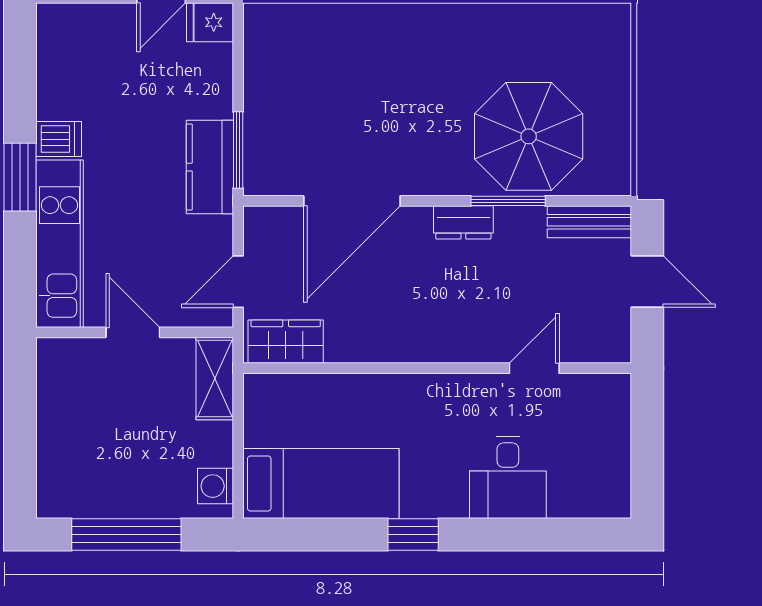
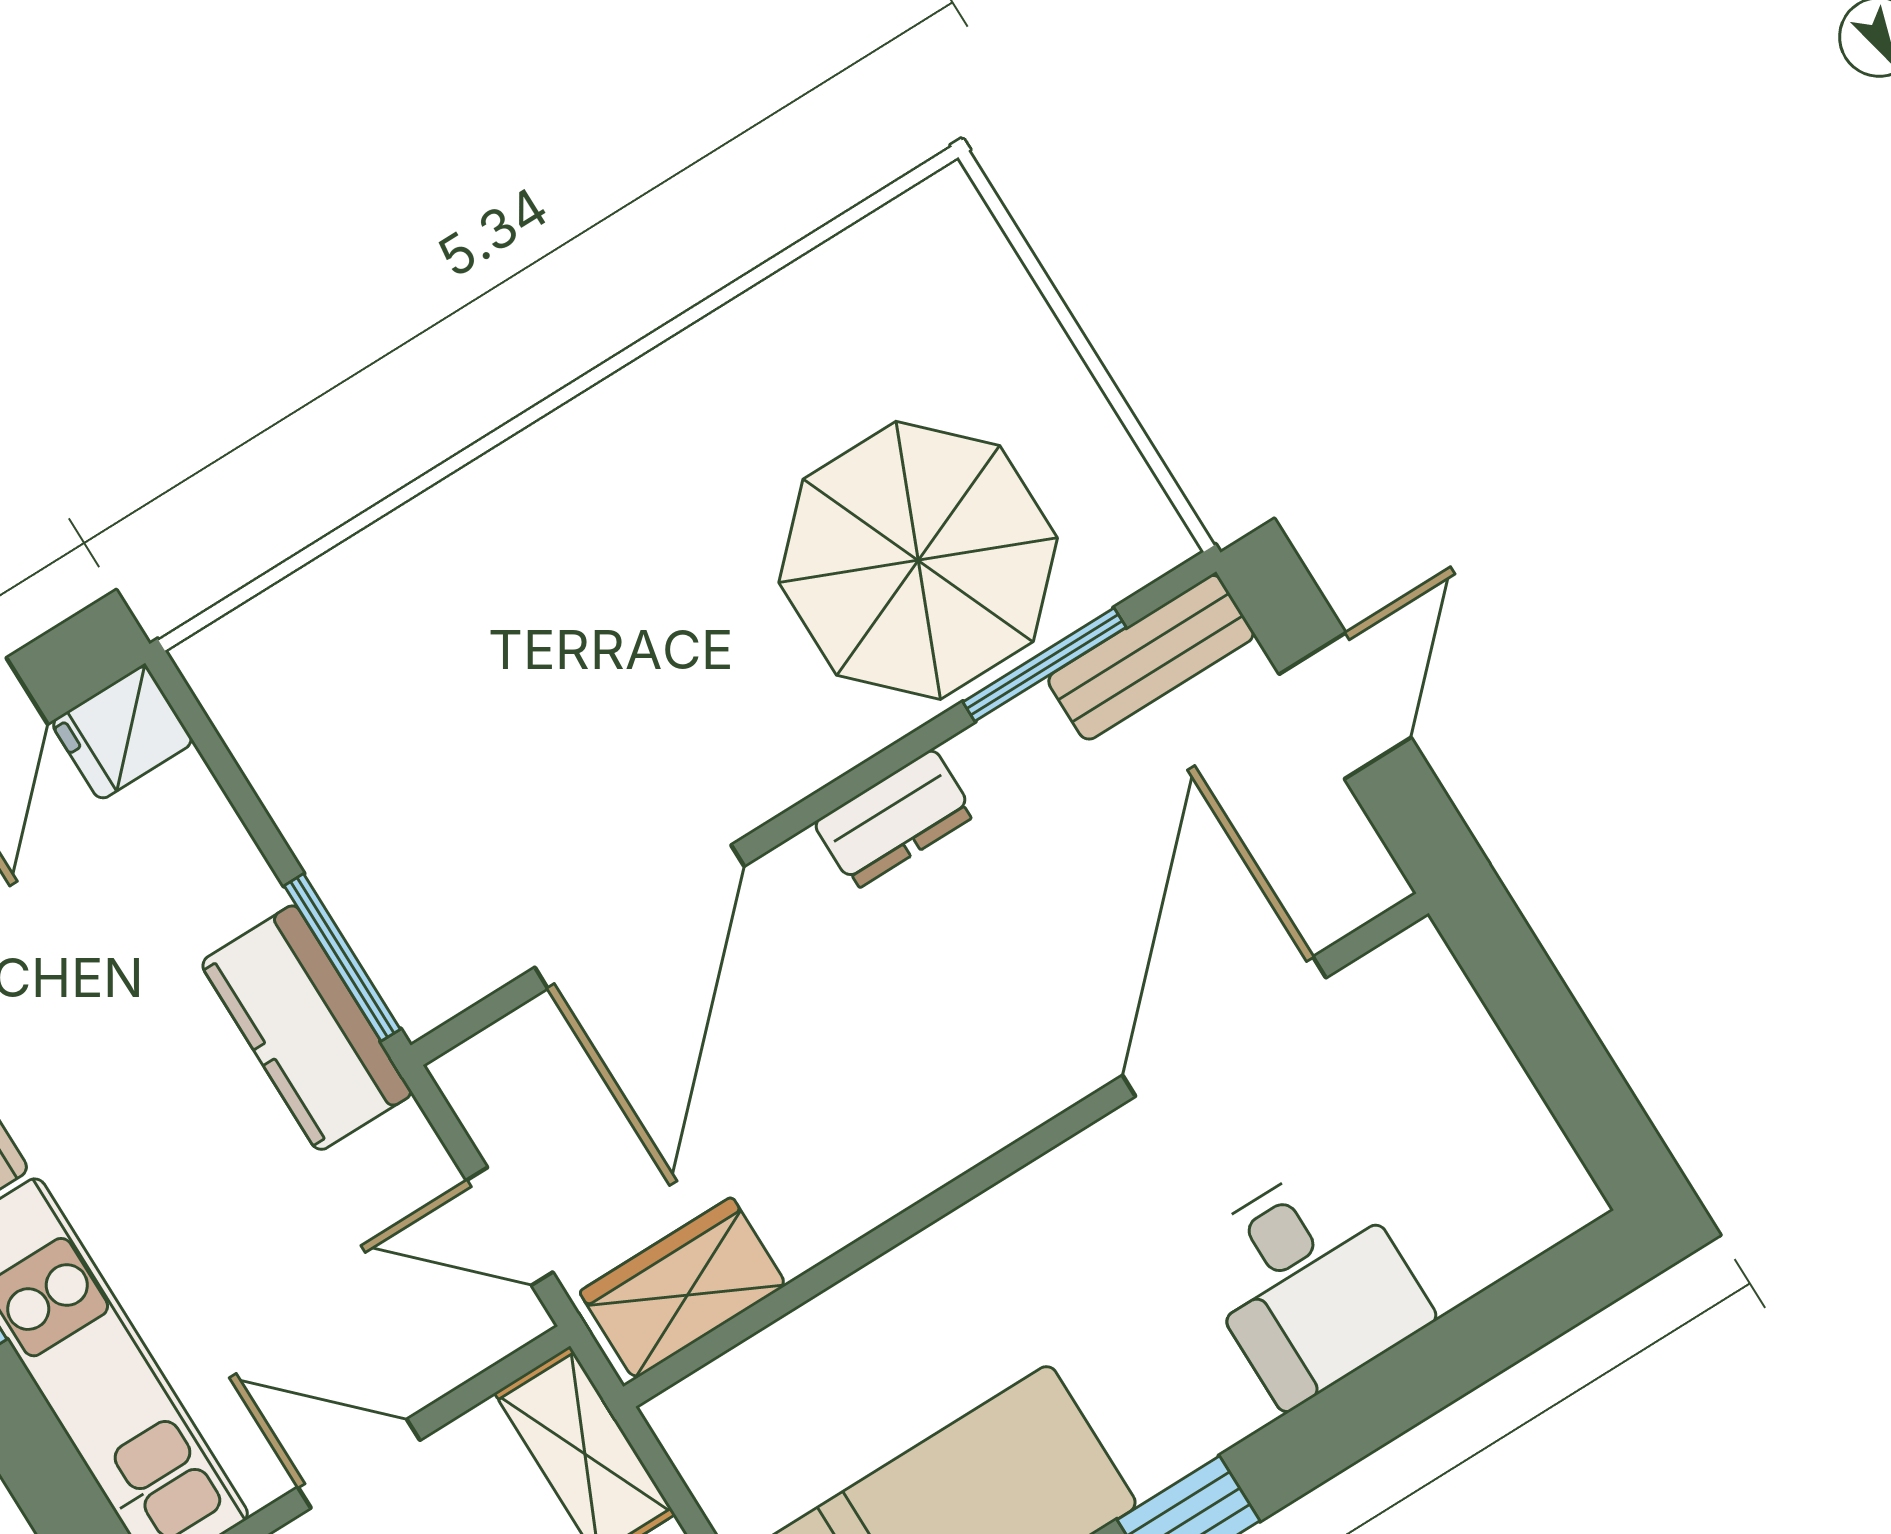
window: (508, 201) -> (1044, 665), moved
door: (647, 281) -> (1345, 706), hinge flipped
door: (238, 282) -> (510, 1226), hinge flipped
door: (534, 368) -> (1224, 1026), width x1.88

